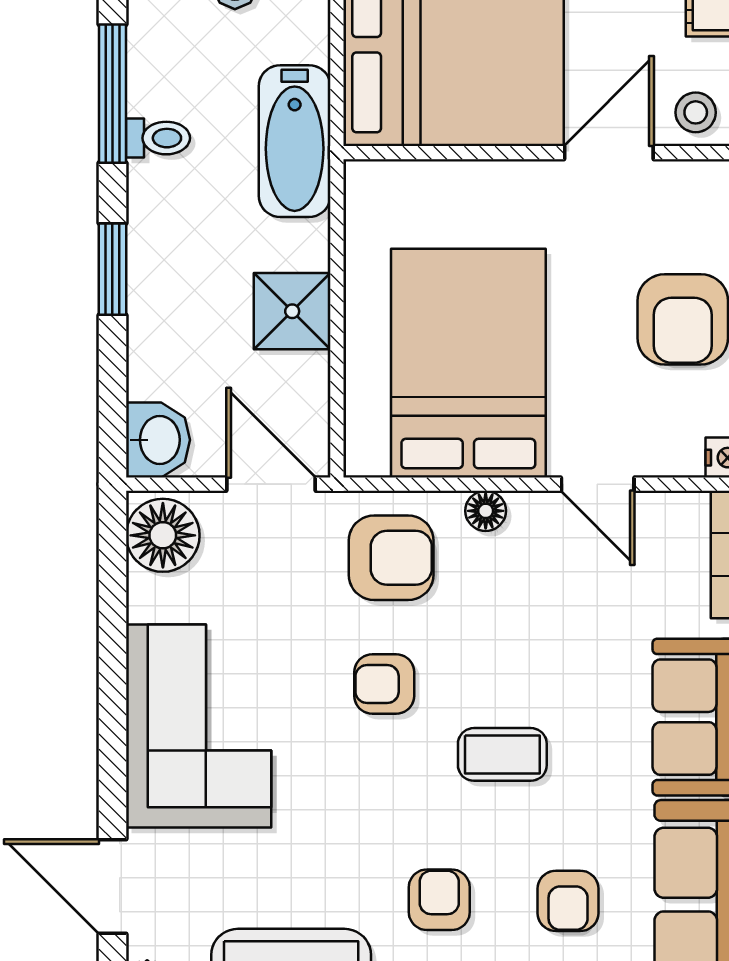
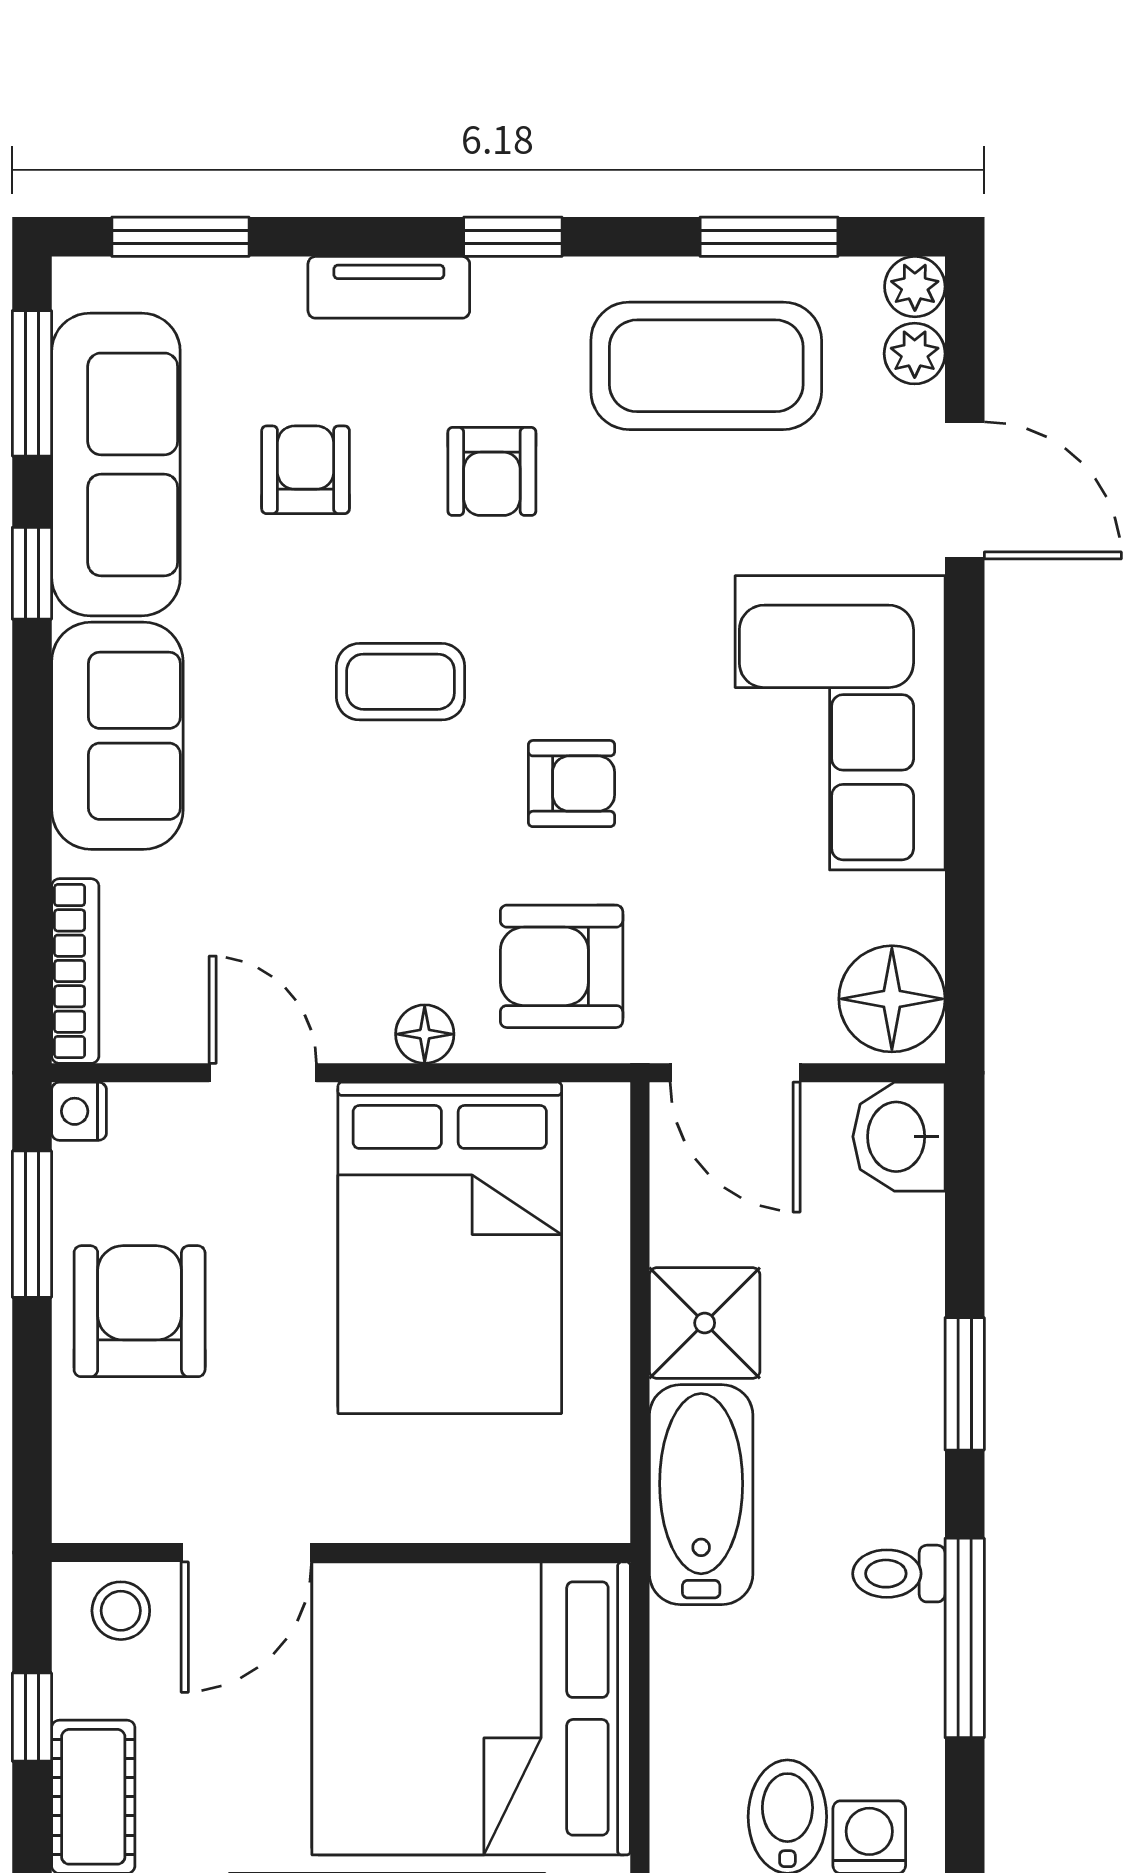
bathtub: (295, 141) -> (701, 1495), moved

